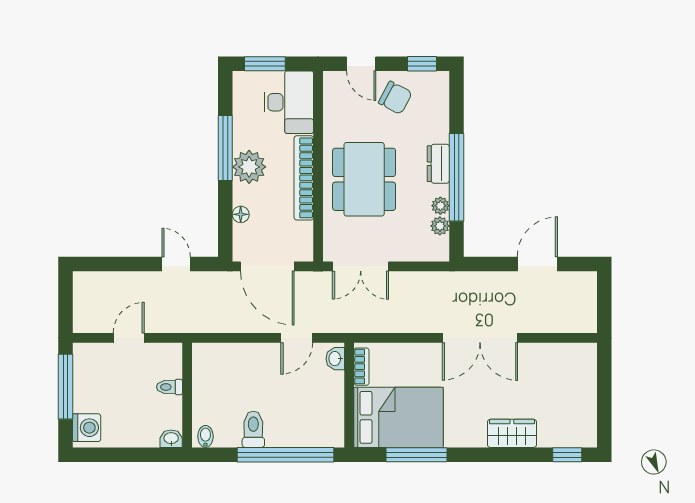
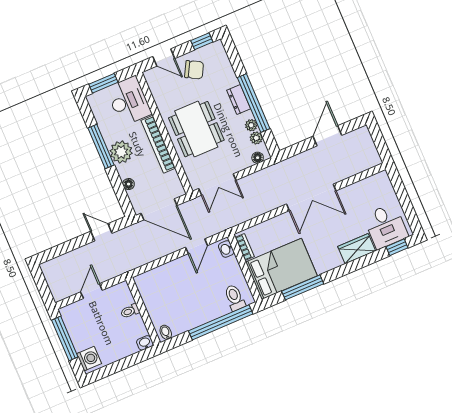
floor lamp: (430, 253) -> (258, 158), added
desk: (564, 420) -> (386, 226), added
toilet: (253, 429) -> (235, 298), moved

